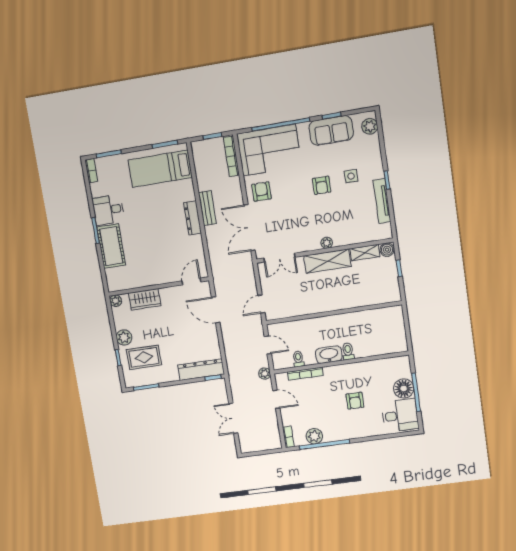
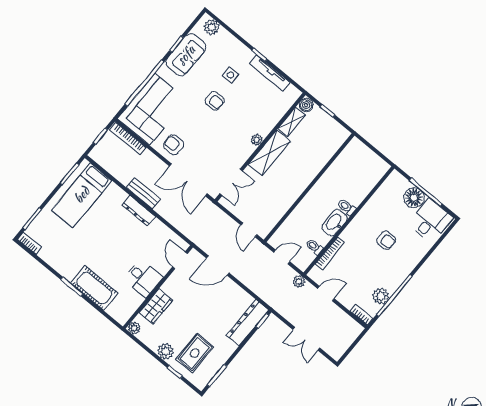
desk: (108, 210) -> (143, 278), moved, turned -90

